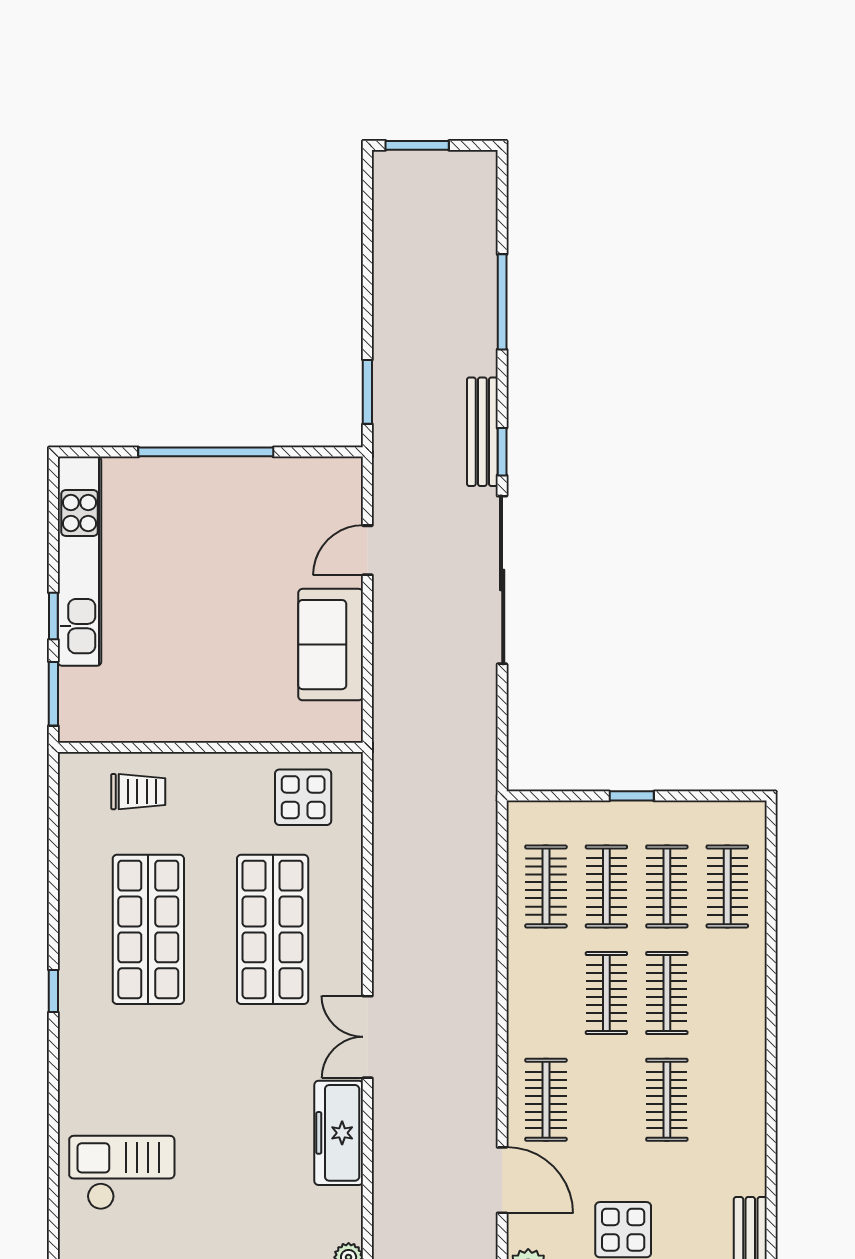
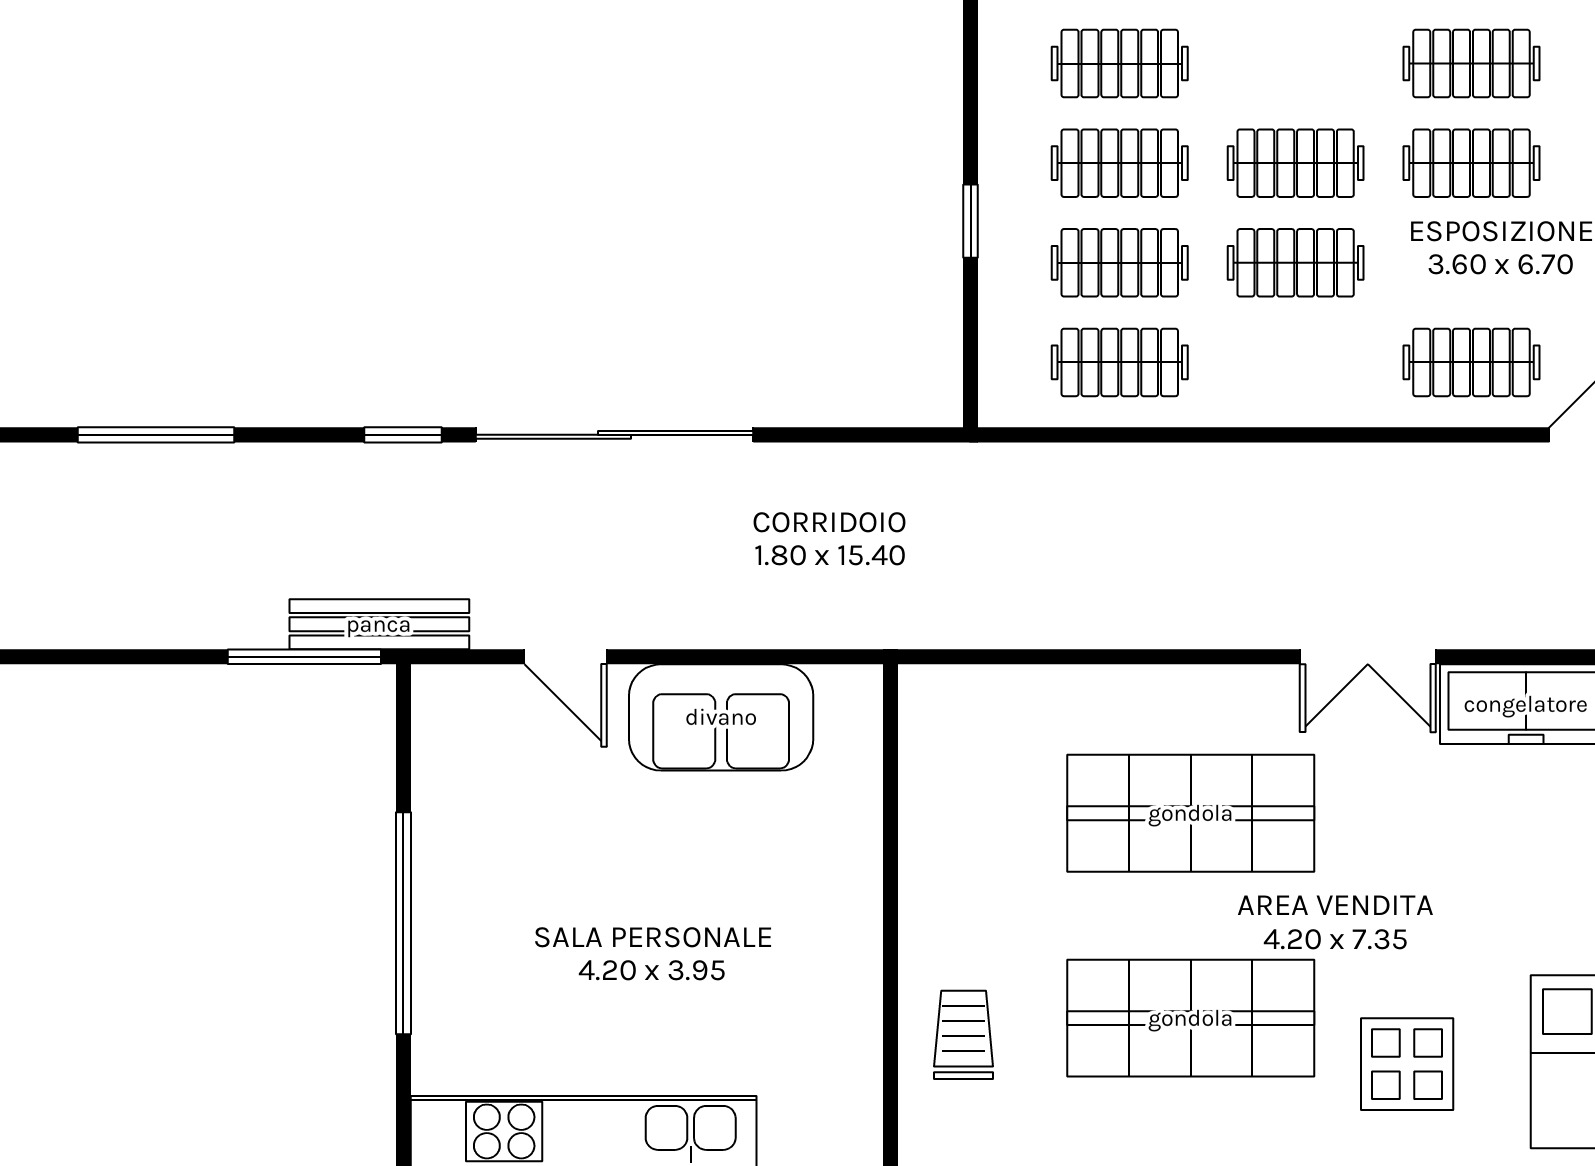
window: (367, 392) -> (304, 657), width x1.44
bench: (482, 432) -> (379, 624), moved
display table: (303, 797) -> (1407, 1064), moved
clothes rail: (727, 1100) -> (1471, 64), added

